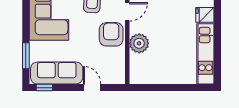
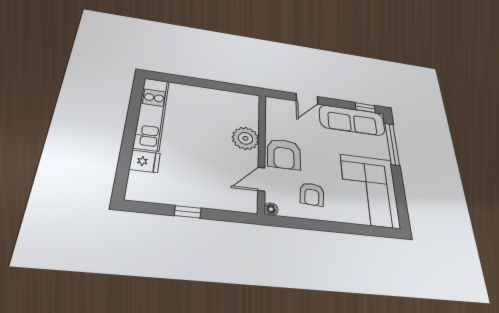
window: (26, 56) -> (392, 144), width x1.44
door: (92, 88) -> (307, 99), hinge flipped

